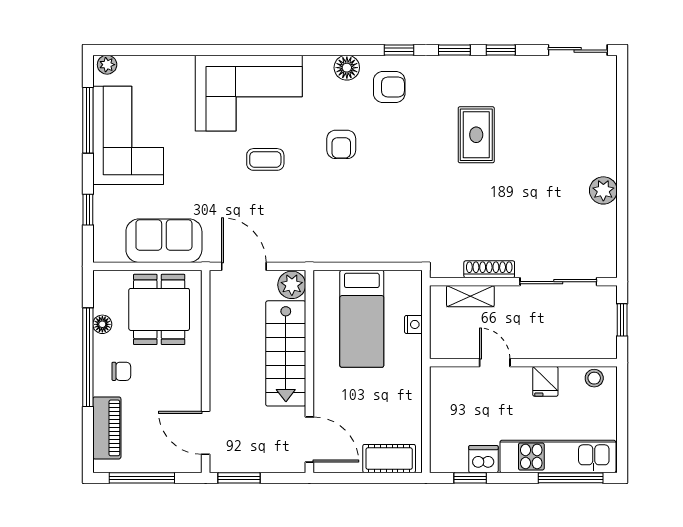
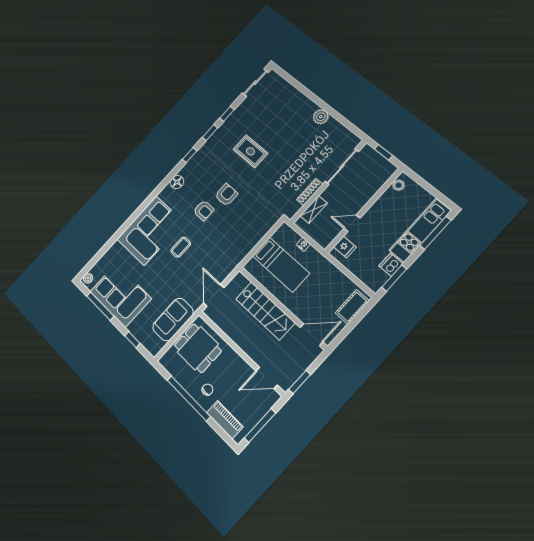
armchair: (389, 87) -> (226, 195), moved
door: (244, 266) -> (214, 295), hinge flipped
plant: (292, 285) -> (240, 282), removed
floor lamp: (102, 324) -> (181, 379), removed
fridge: (545, 381) -> (345, 247), moved
window: (470, 478) -> (394, 278), width x1.50

